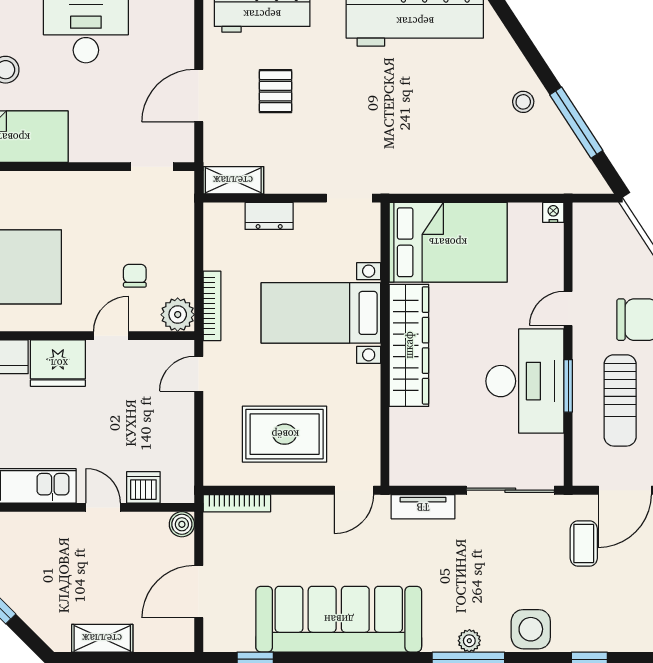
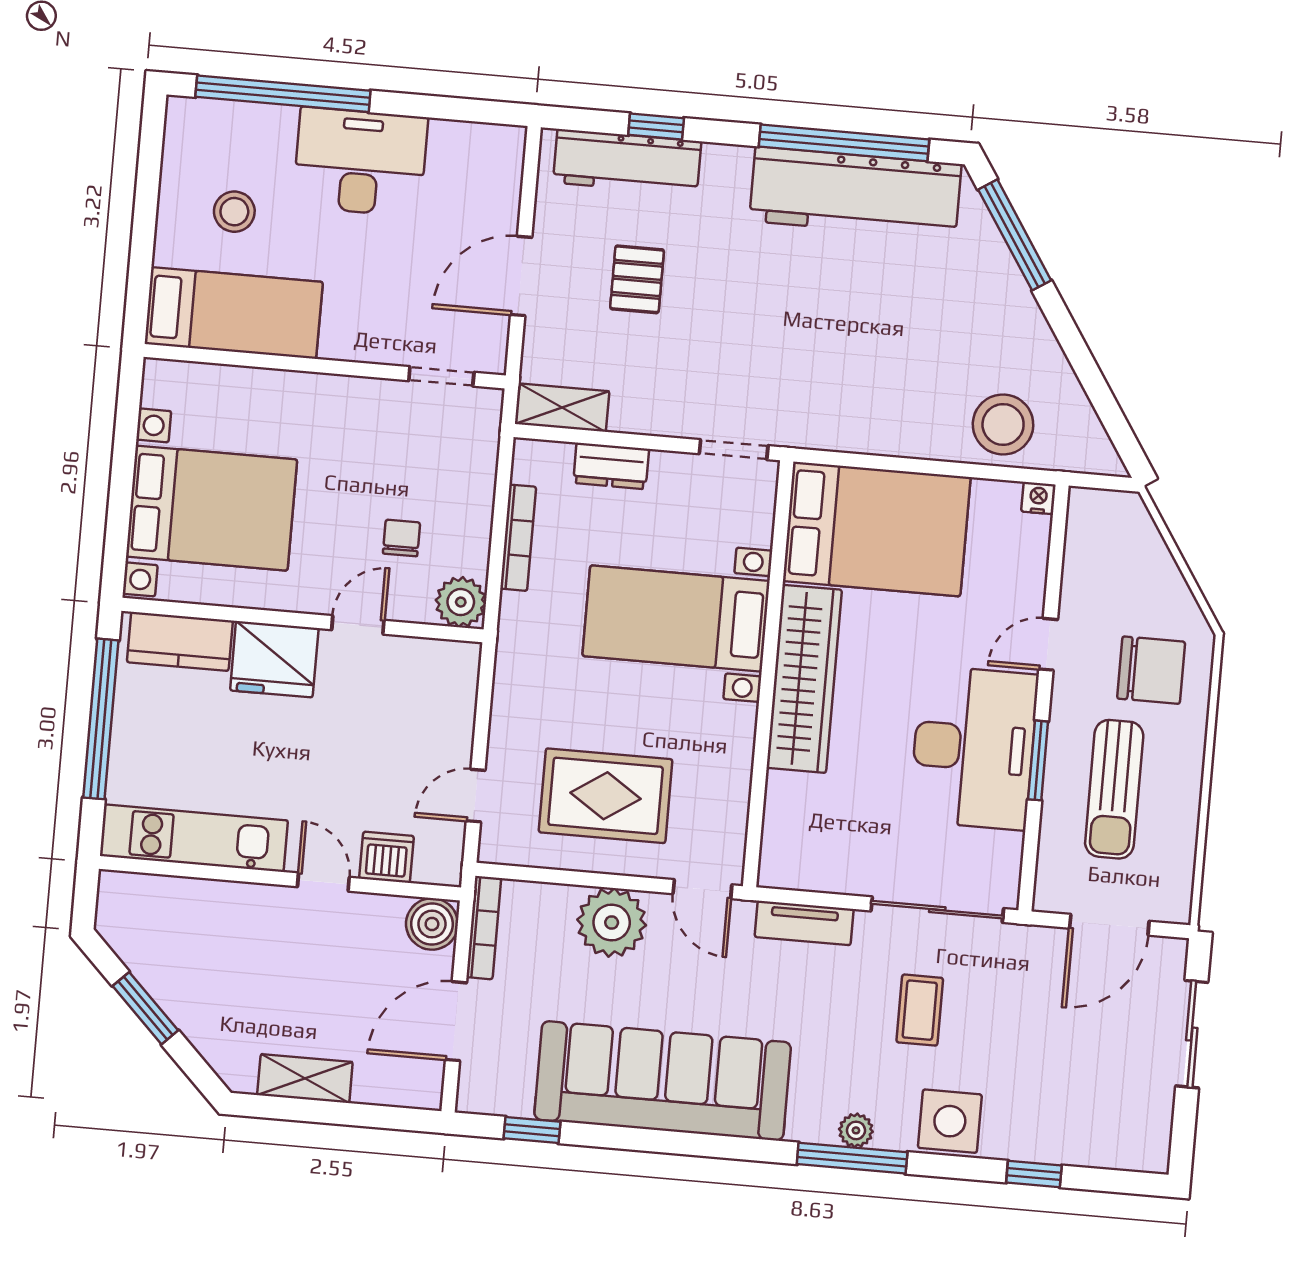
stool: (523, 102) -> (1003, 425), moved, width x1.89, depth x1.89
window: (576, 123) -> (1015, 235), moved
bookcase: (212, 306) -> (518, 538), moved
door: (199, 374) -> (476, 796), moved
door: (354, 490) -> (702, 889), hinge flipped
bookcase: (237, 503) -> (484, 928), moved, turned -90
plant: (296, 517) -> (612, 922), added
boiler: (182, 524) -> (432, 924), width x1.36, depth x1.36
coffee table: (584, 543) -> (920, 1010), moved

